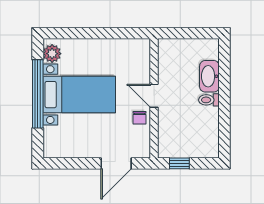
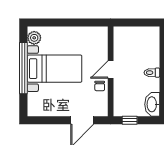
washbasin: (209, 76) -> (152, 104), moved
door: (154, 96) -> (111, 70), hinge flipped

